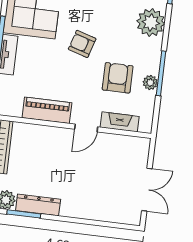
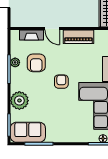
armchair: (82, 44) -> (61, 82), turned -107
door: (86, 128) -> (52, 29), swing flipped

